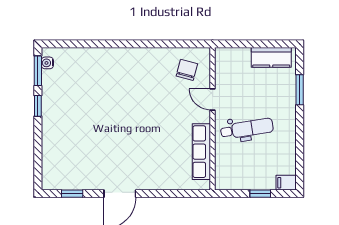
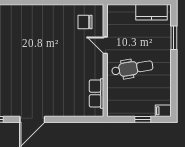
chair: (187, 70) -> (85, 22), turned -105
row of seats: (201, 152) -> (97, 93), width x0.68

